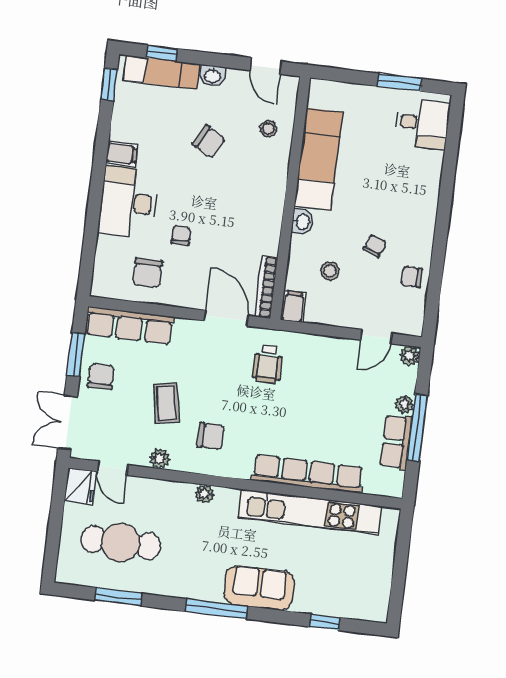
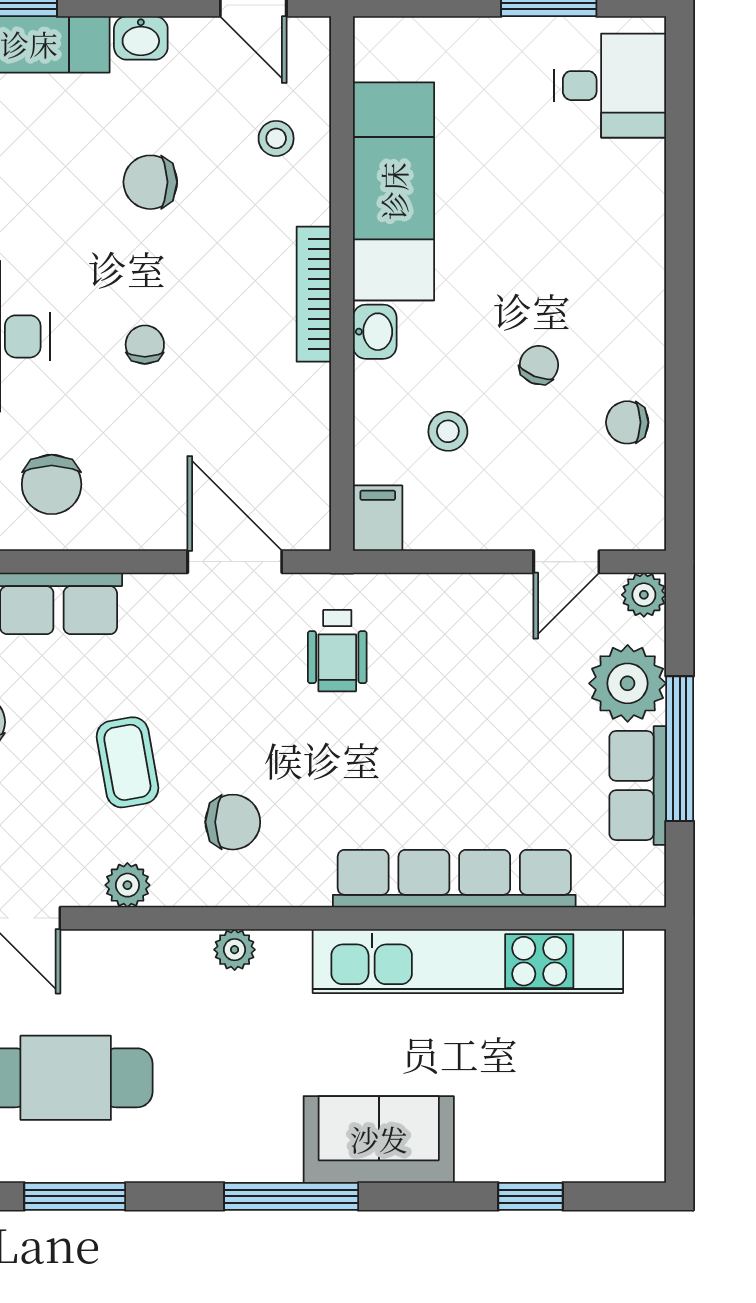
chair: (209, 141) -> (150, 182), turned 150
chair: (181, 235) -> (145, 345), moved
bookcase: (266, 287) -> (314, 294), moved
plant: (404, 404) -> (628, 683), width x1.87, depth x1.87

